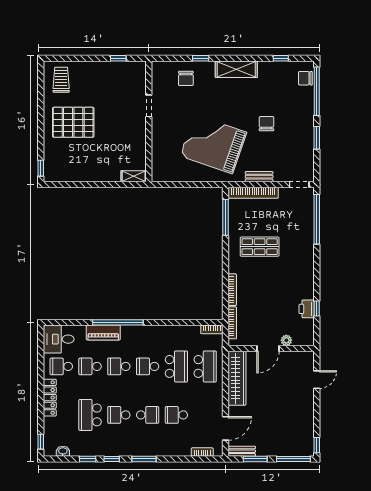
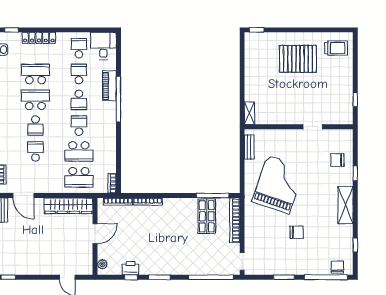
pallet: (73, 122) -> (298, 59), turned 90
bench: (259, 177) -> (249, 147), moved
shop shelf: (260, 247) -> (207, 216), moved
window: (317, 277) -> (159, 277), added
plant: (286, 340) -> (102, 264), moved
door: (268, 348) -> (95, 234), swing flipped
school desk: (119, 366) -> (79, 100), turned 180
locker: (50, 398) -> (39, 38), moved
school desk: (119, 415) -> (35, 100), width x1.85

